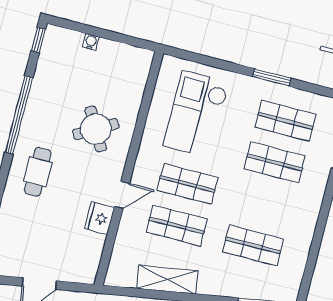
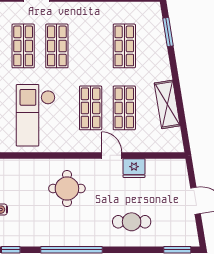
checkout: (196, 114) -> (36, 115), turned 90
round table: (96, 129) -> (67, 188), turned 30
cafe table: (38, 172) -> (132, 222), moved

